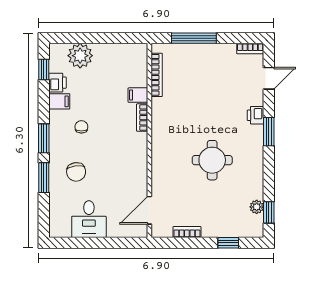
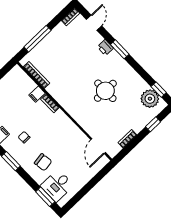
window: (44, 178) -> (45, 197), moved
plant: (257, 207) -> (150, 99), width x1.87, depth x1.87
desk: (89, 219) -> (57, 186), moved, turned 90

